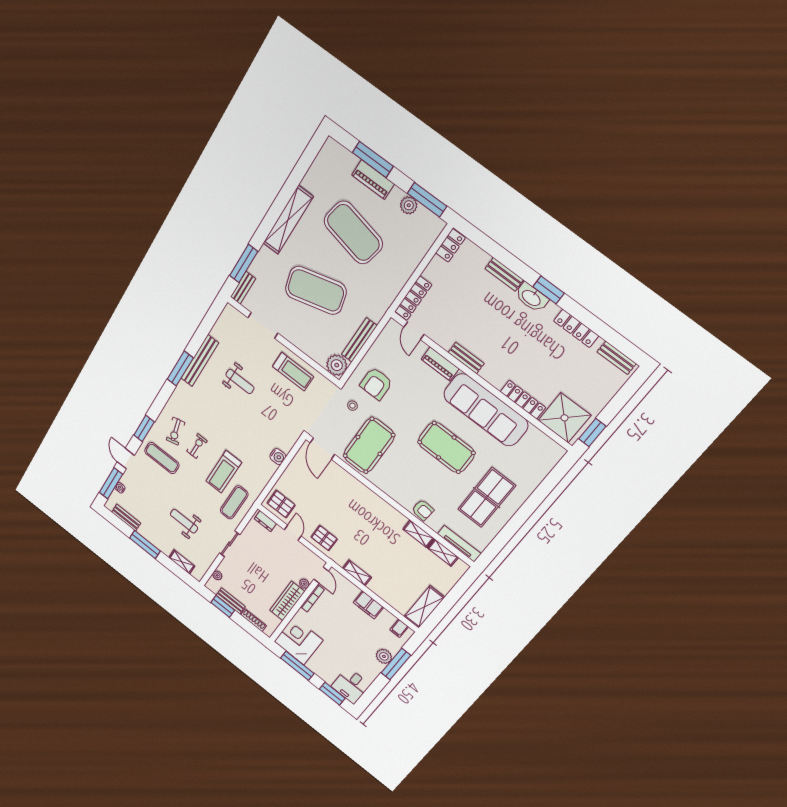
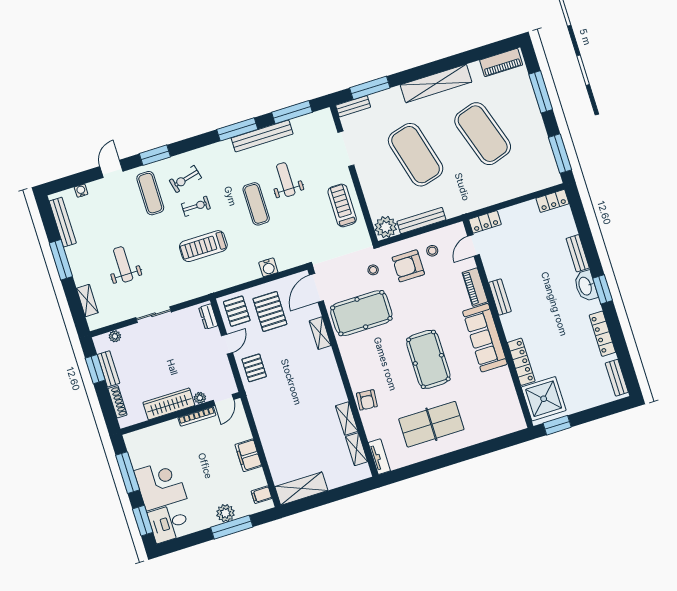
piano: (373, 180) -> (501, 63), moved, turned -90
plant: (409, 205) -> (543, 147), removed
exercise mat: (353, 233) -> (483, 134), turned -30
locker: (413, 298) -> (485, 222), width x0.66
stool: (385, 358) -> (432, 251), added
treadmill: (293, 372) -> (342, 205), turned 180
weight bench: (240, 381) -> (286, 180), turned 180
sofa: (486, 410) -> (485, 338), width x0.74, depth x0.79
window: (111, 483) -> (292, 112), moved
pallet: (304, 489) -> (270, 311), added
exercise mat: (234, 502) -> (256, 204), moved, turned 90
bench: (126, 518) -> (63, 222), width x1.36
tv unit: (459, 544) -> (379, 457), width x0.71
shelving: (357, 573) -> (320, 333), moved
corner desk: (298, 641) -> (160, 485), moved

